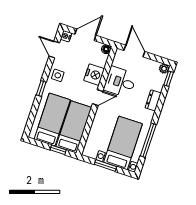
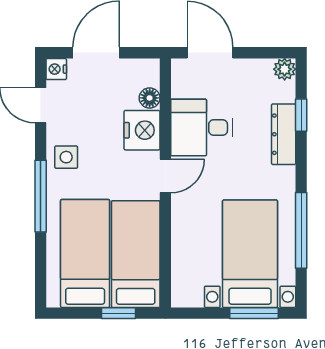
floor lamp: (106, 49) -> (150, 98), moved
window: (169, 79) -> (301, 115), moved
window: (41, 89) -> (41, 196), width x2.17
dresser: (153, 100) -> (284, 134), width x1.44
window: (106, 166) -> (254, 313), moved

